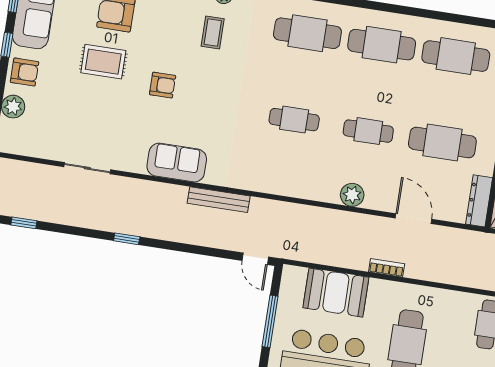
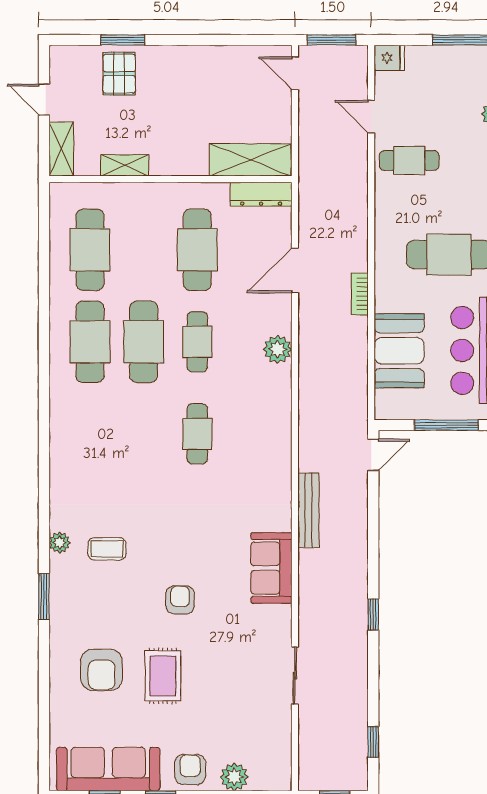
cafe table: (307, 33) -> (144, 342), moved

